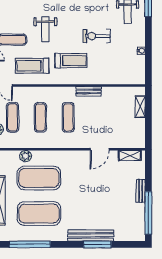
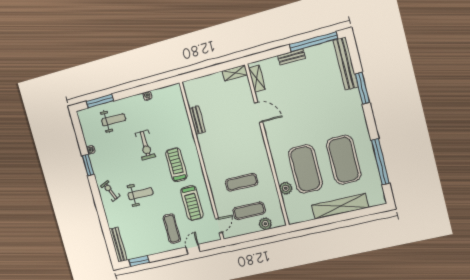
weight bench: (45, 29) -> (141, 194), moved
bench: (89, 91) -> (197, 120), moved
shelving: (140, 107) -> (235, 73), moved
exercise mat: (68, 117) -> (234, 154), removed
bench: (91, 236) -> (346, 64), moved

